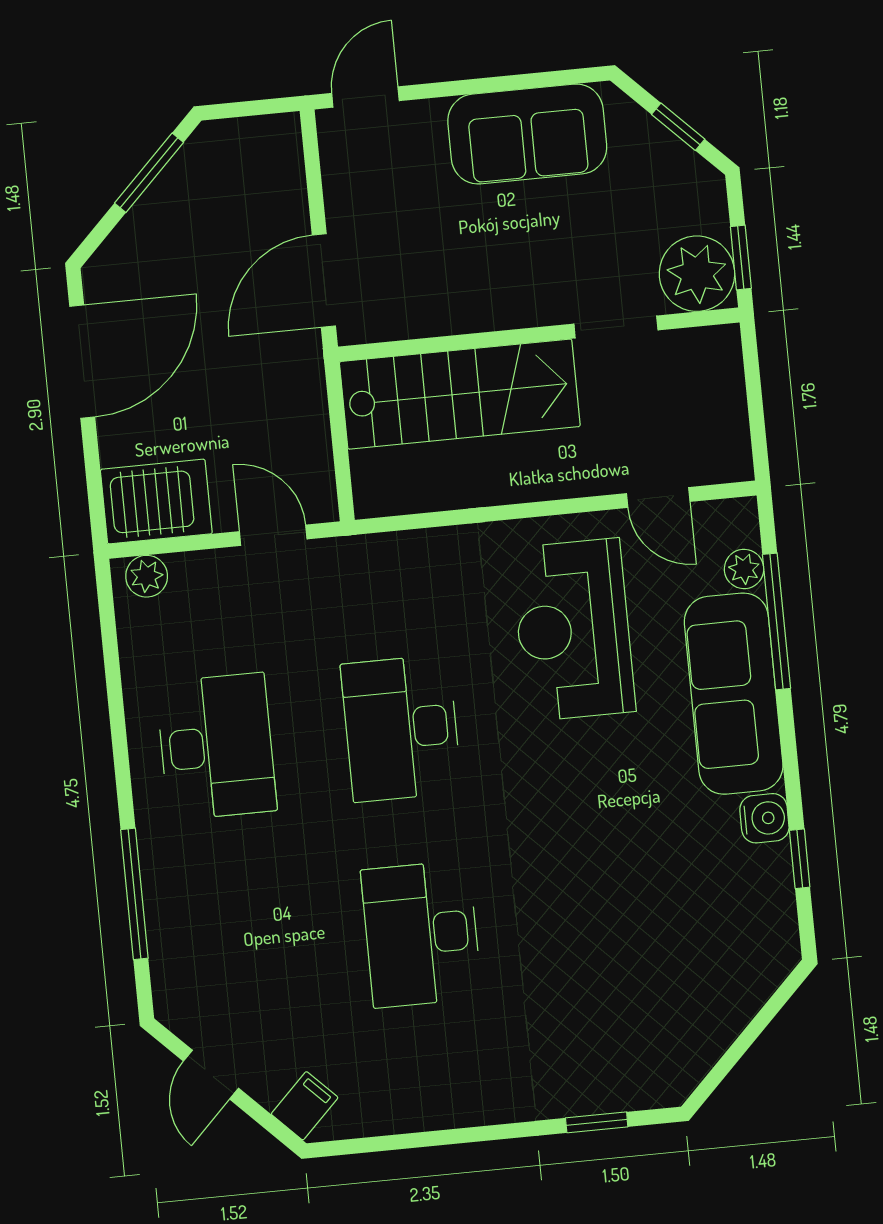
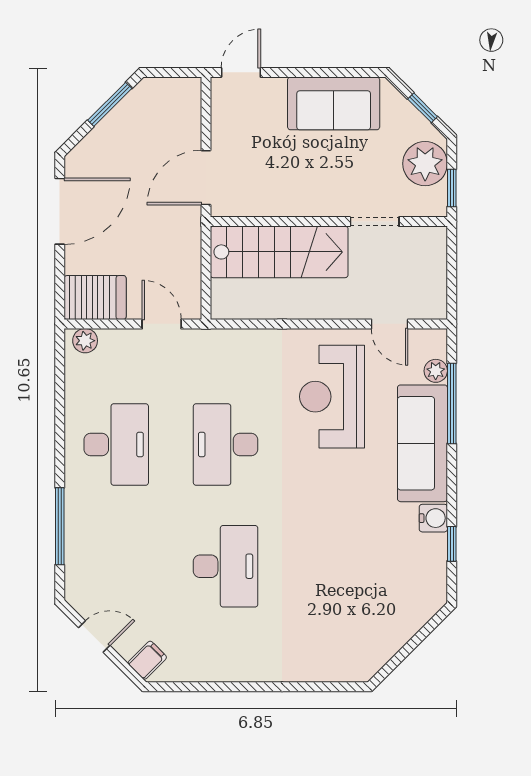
plant: (697, 274) -> (425, 164), moved
desk: (421, 934) -> (226, 566), turned 180
door: (211, 1075) -> (94, 637), swing flipped
window: (597, 1122) -> (318, 687), removed

